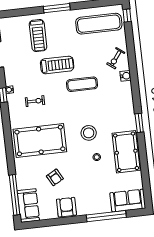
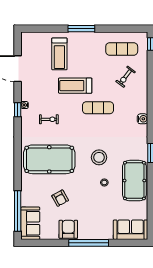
exercise mat: (99, 24) -> (122, 49), width x0.73, depth x0.69
exercise bike: (116, 58) -> (126, 77), moved
treadmill: (57, 65) -> (75, 86), turned 180
water cooler: (126, 76) -> (143, 119), moved
window: (106, 216) -> (89, 243), moved

